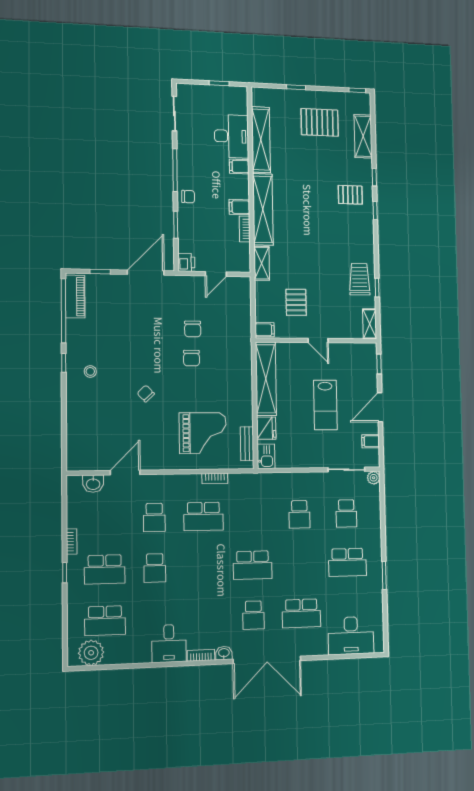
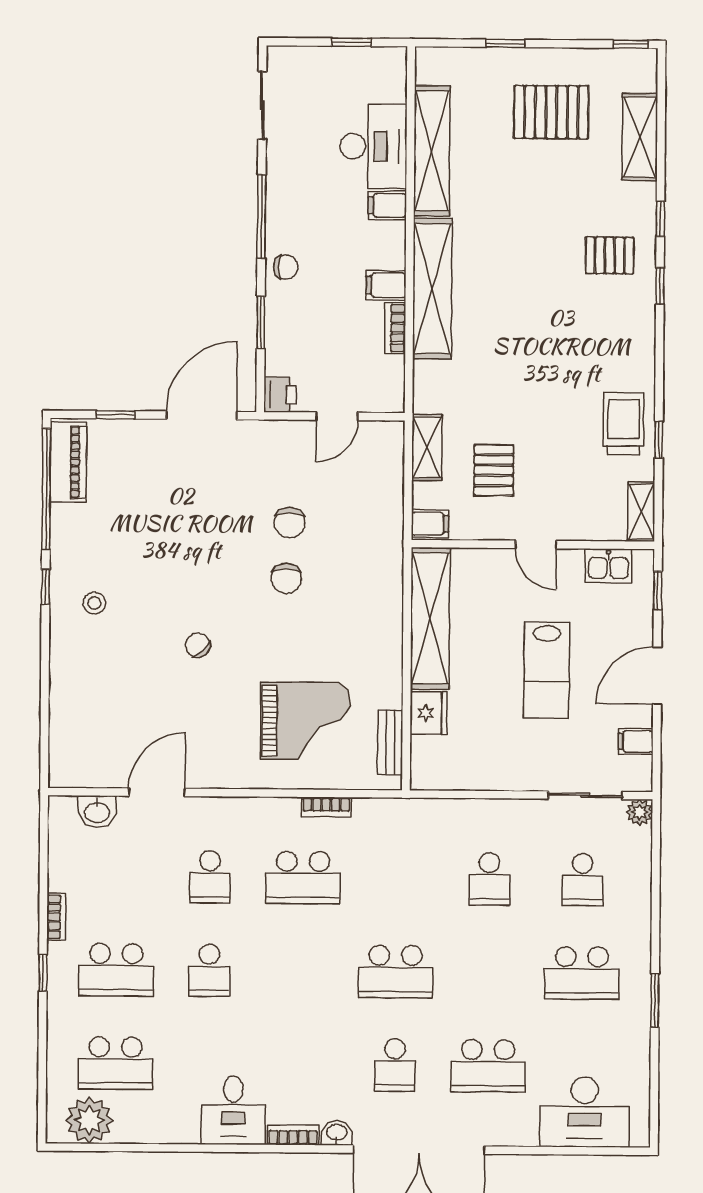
shelving: (262, 263) -> (427, 447), moved
kitchen sink: (266, 456) -> (608, 566), moved, turned 90

